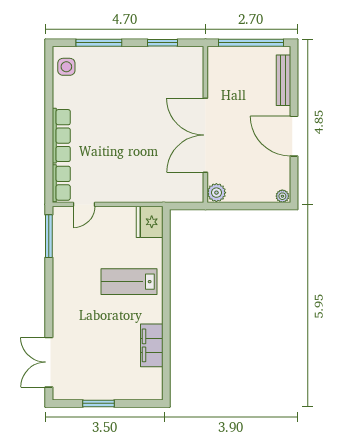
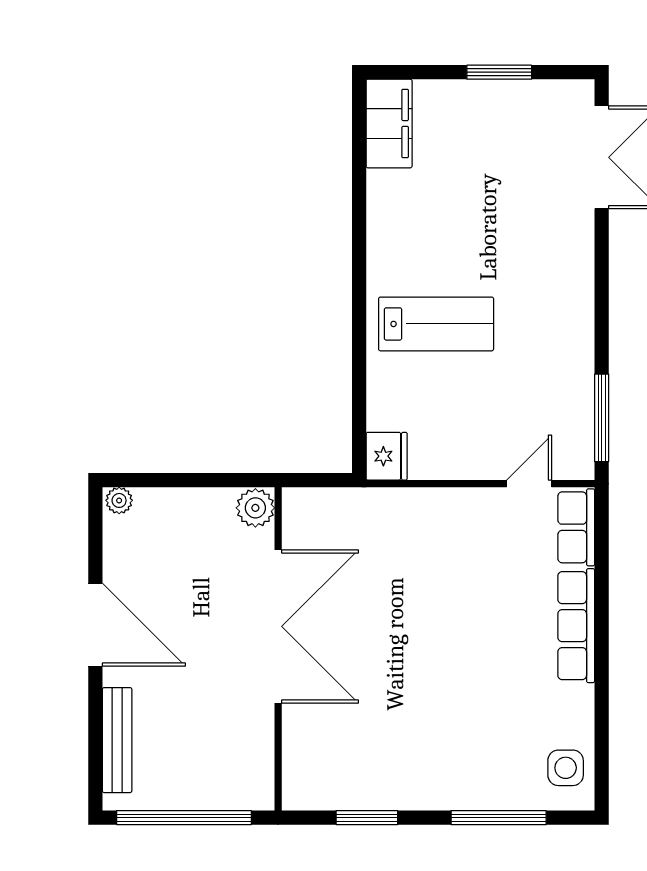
fridge: (150, 222) -> (387, 456), width x0.73, depth x0.75
filing cabinet: (152, 345) -> (389, 123), moved

